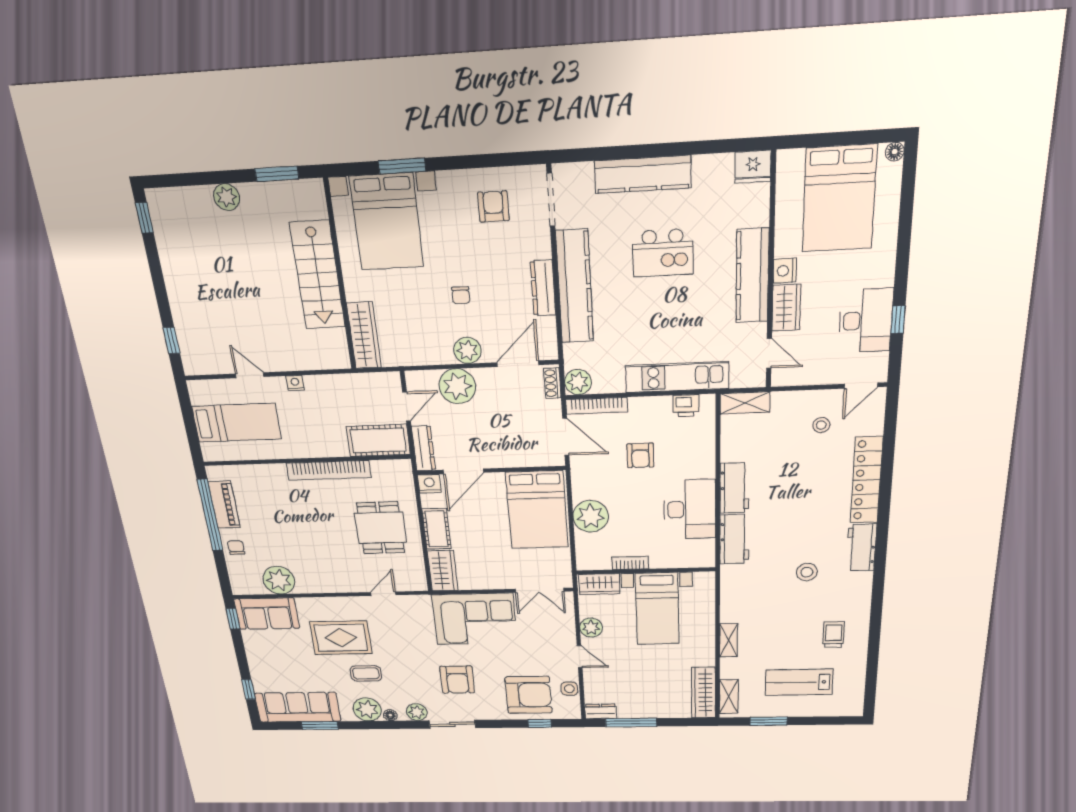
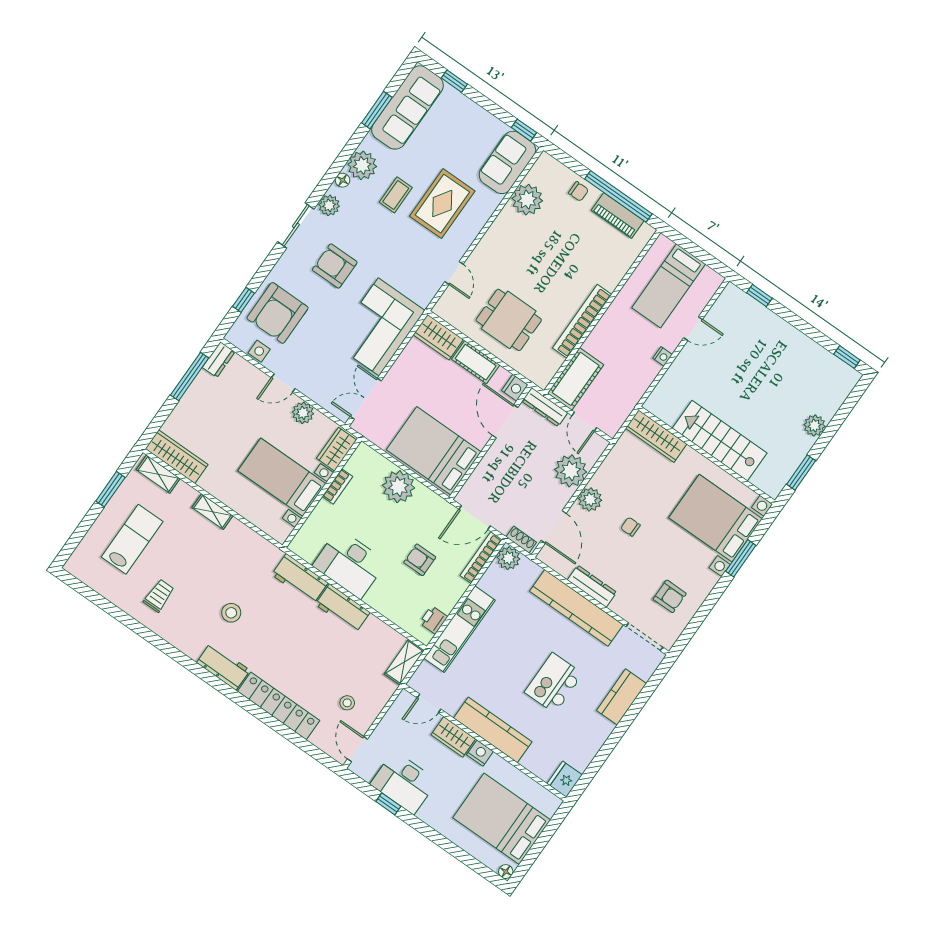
kitchen counter: (643, 174) -> (621, 697), width x0.67
trolley: (834, 635) -> (159, 596), turned -90

